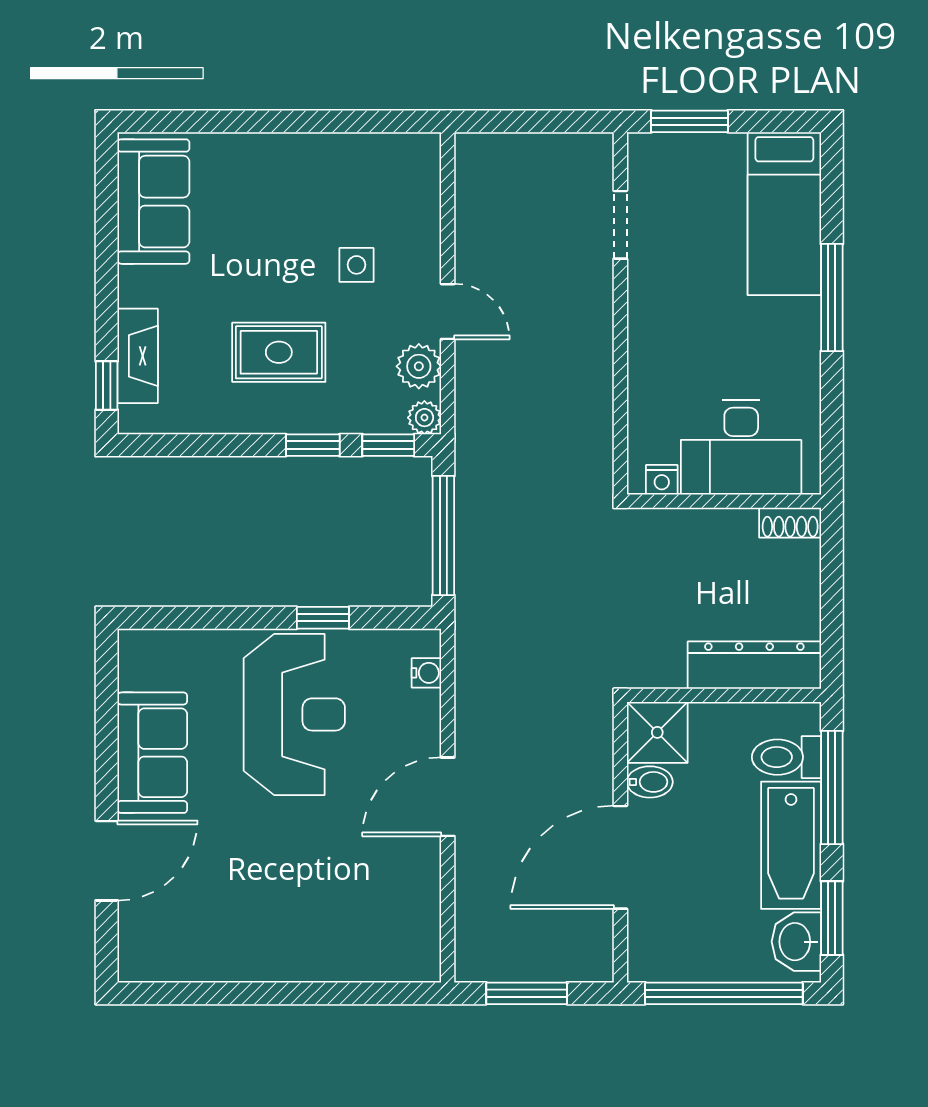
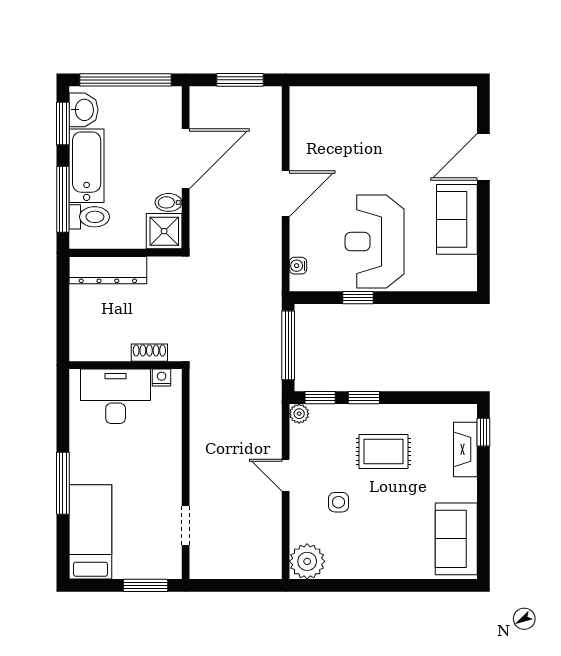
plant: (419, 366) -> (307, 561), moved, width x1.36, depth x1.36
shoe rack: (790, 523) -> (149, 353), moved

